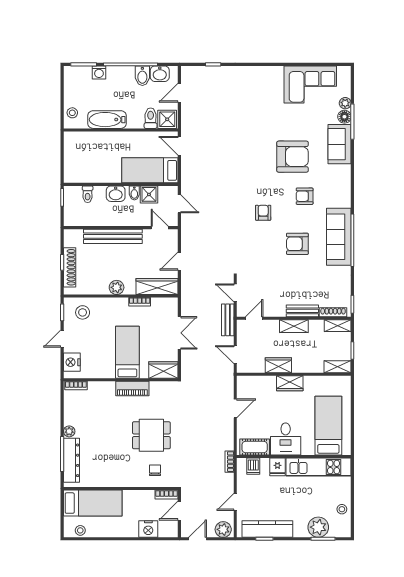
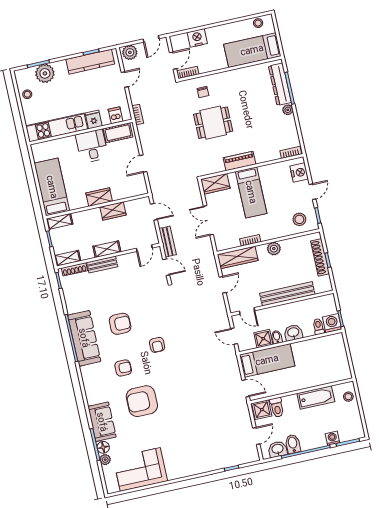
washing machine: (72, 195) -> (332, 323), added
bed: (328, 426) -> (52, 187), moved, turned 180

